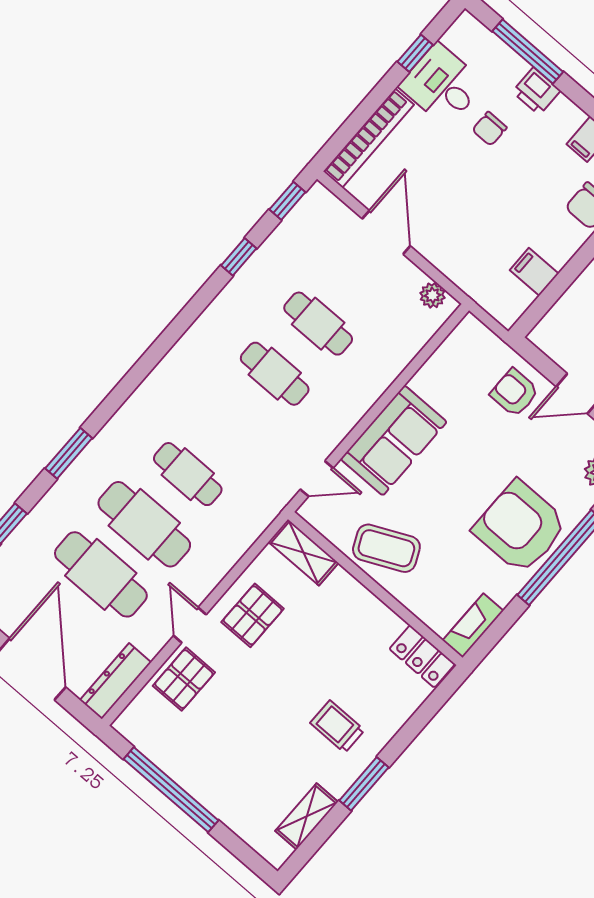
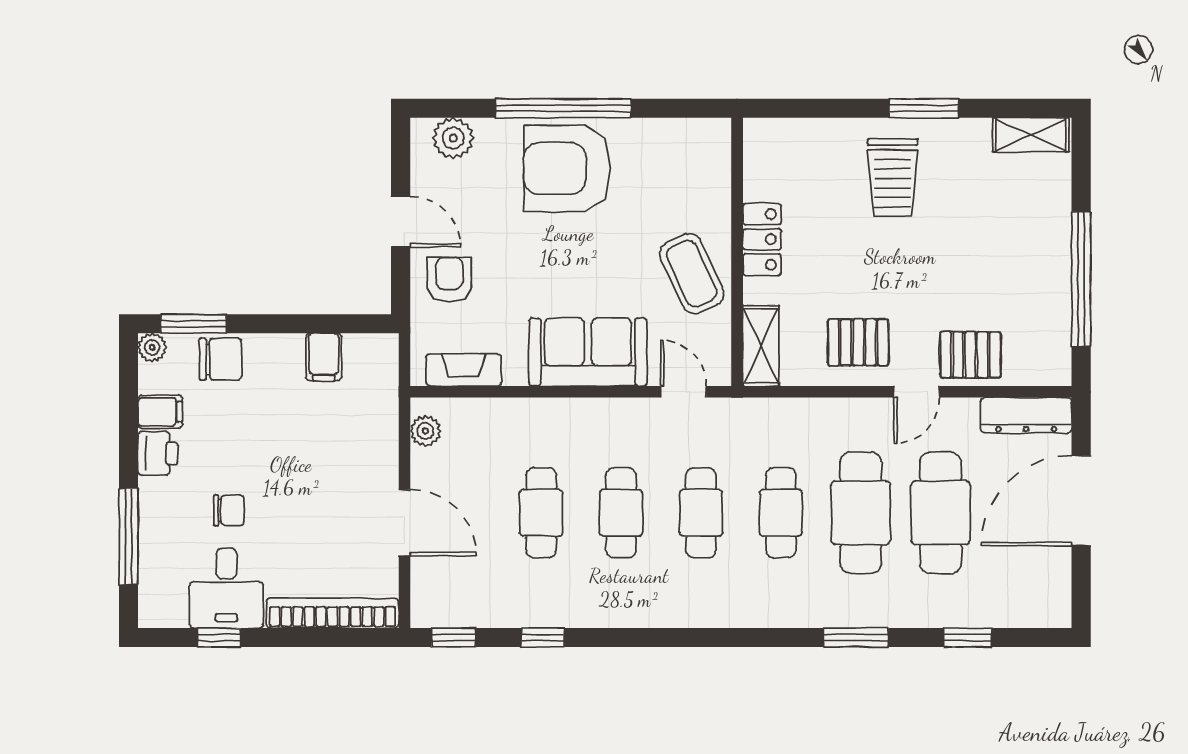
printer: (536, 91) -> (158, 453), moved
door: (386, 232) -> (404, 523), swing flipped
armchair: (514, 393) -> (449, 280), turned 180
cafe table: (231, 424) -> (701, 513), added
armchair: (520, 527) -> (567, 168), turned 90
fireplace: (473, 625) -> (464, 370), moved, turned 180
locker: (422, 656) -> (762, 239), moved
trolley: (337, 727) -> (893, 178), width x1.36, depth x1.39
shelving: (307, 816) -> (1031, 135), moved

